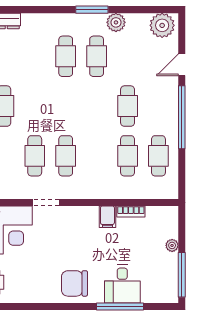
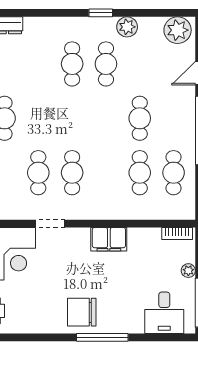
window: (92, 10) -> (101, 13), width x0.67
bookcase: (131, 211) -> (177, 233), moved
filing cabinet: (107, 217) -> (109, 239), width x2.00
desk: (122, 284) -> (164, 313), moved
window: (120, 307) -> (102, 337), moved

